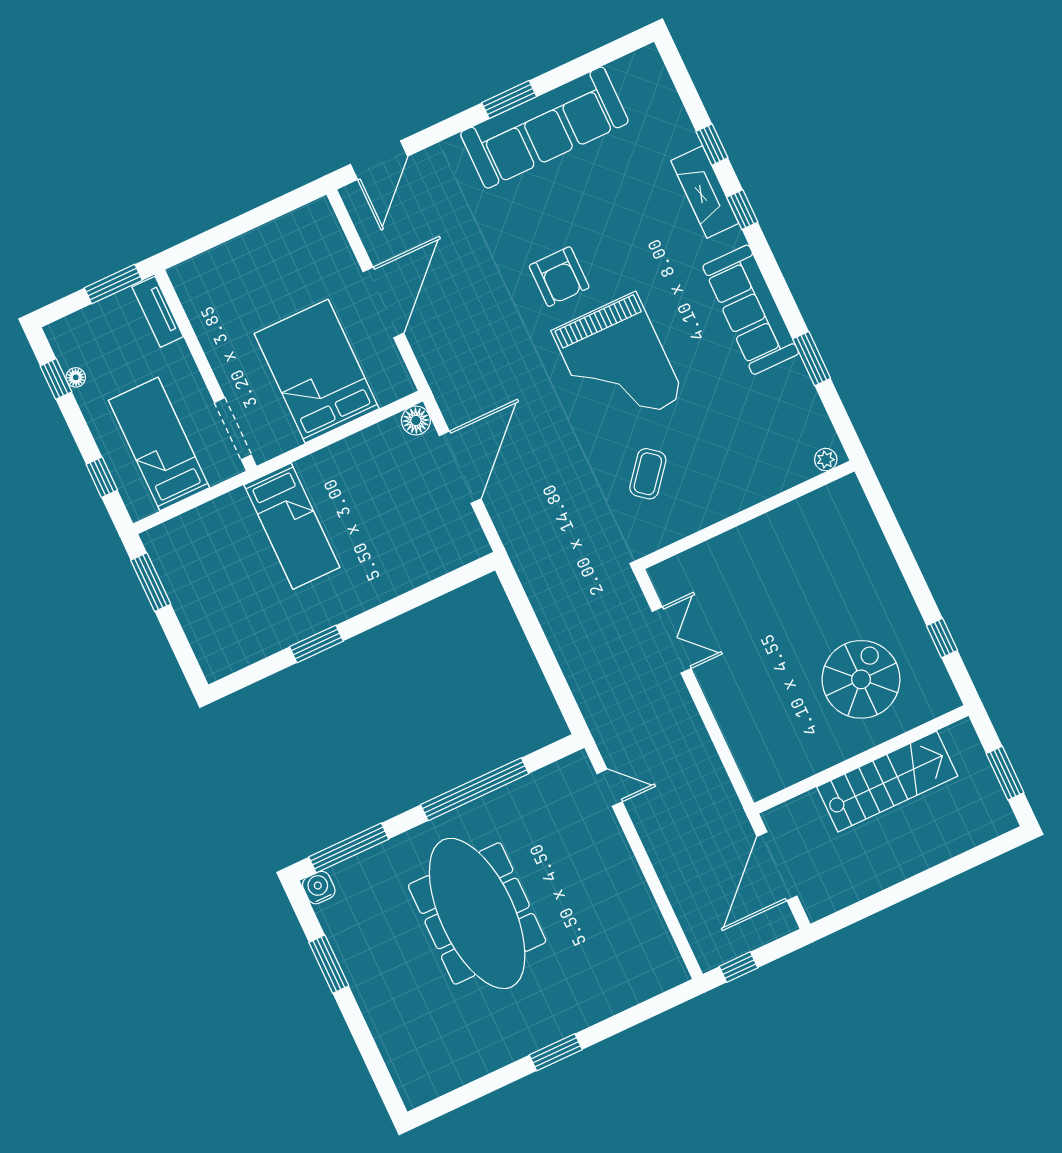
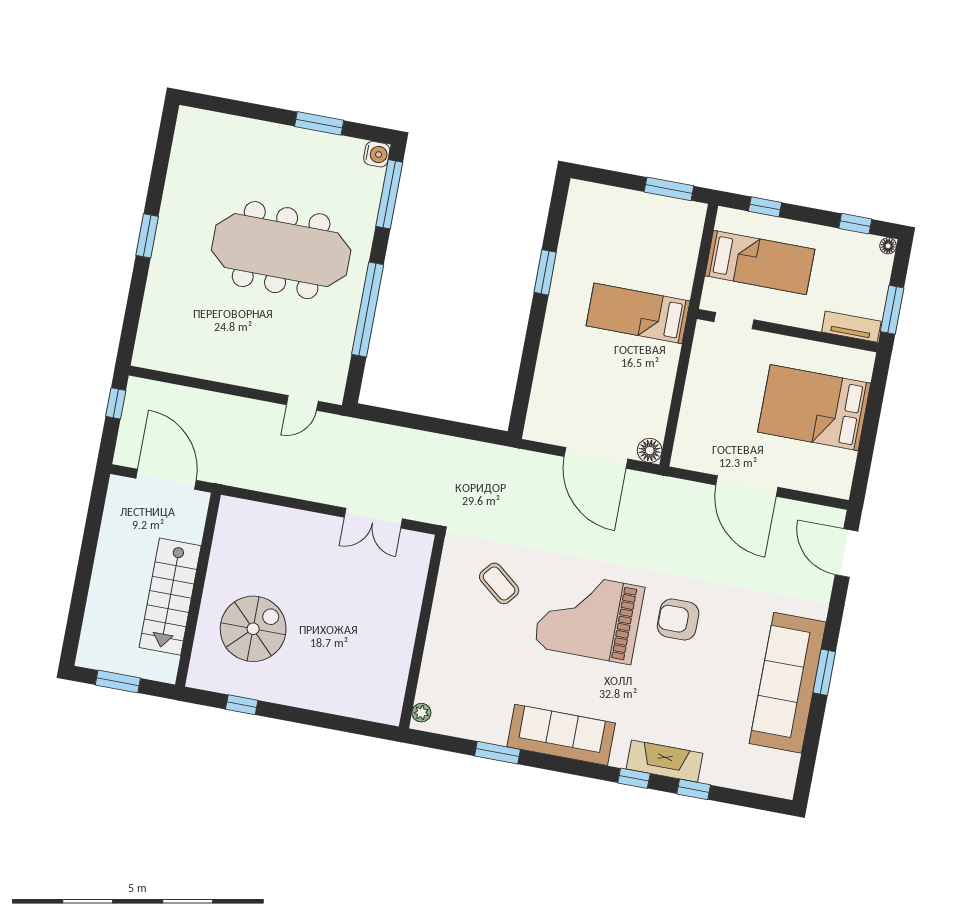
bed: (317, 371) -> (814, 408), moved, turned 180
floor lamp: (76, 377) -> (888, 246), moved
doorway: (233, 429) -> (734, 321), width x0.73
spiral stairs: (861, 679) -> (253, 629), turned -90

